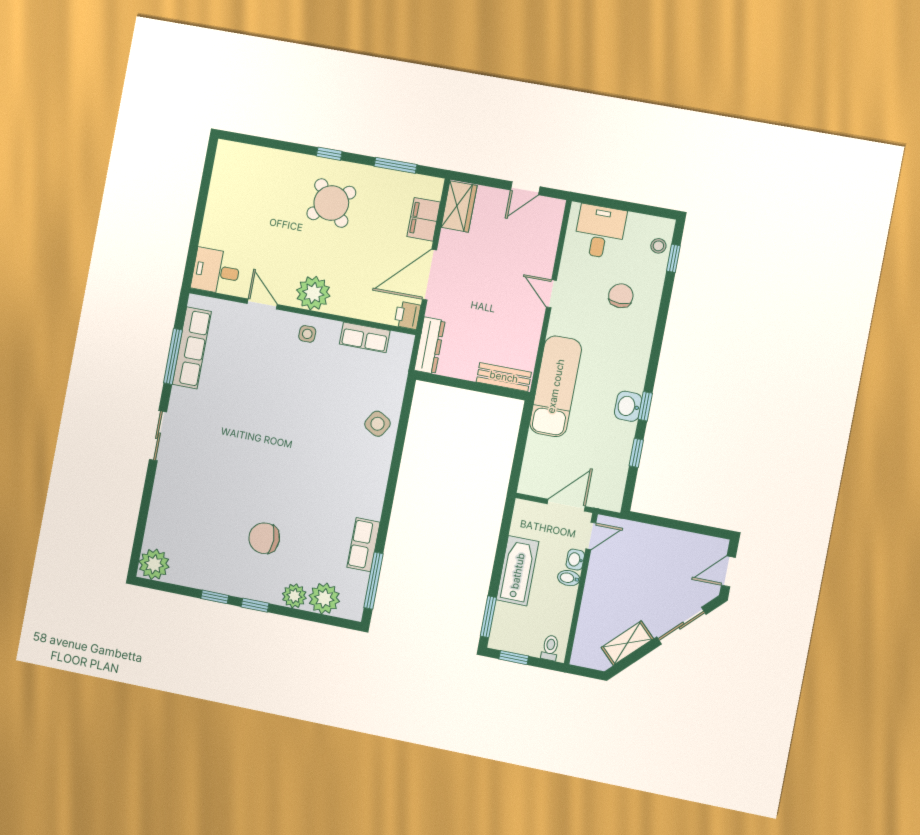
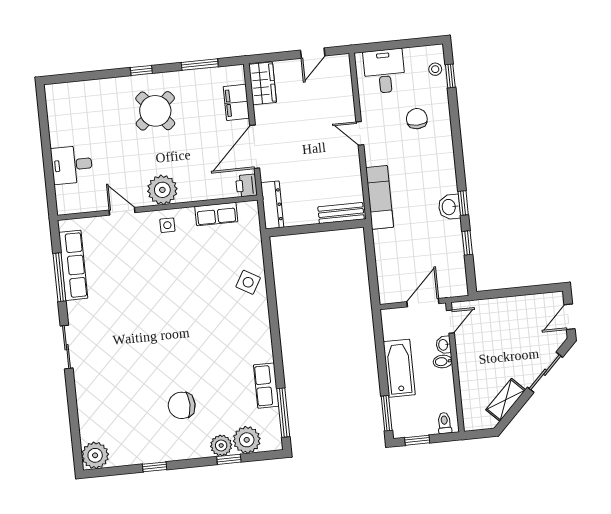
desk: (216, 271) -> (72, 165), moved
exam couch: (556, 386) -> (380, 197), width x0.73, depth x0.69
window: (255, 605) -> (229, 459), moved

